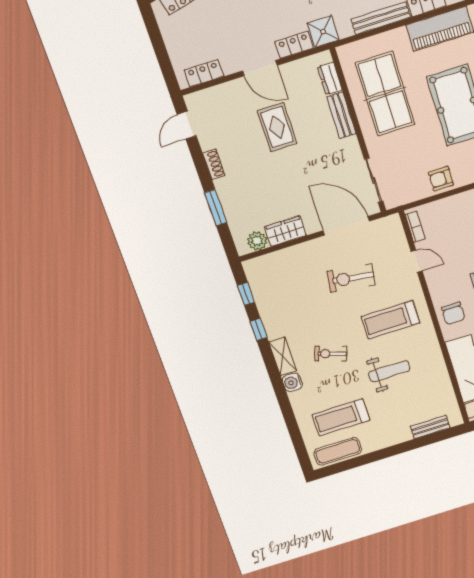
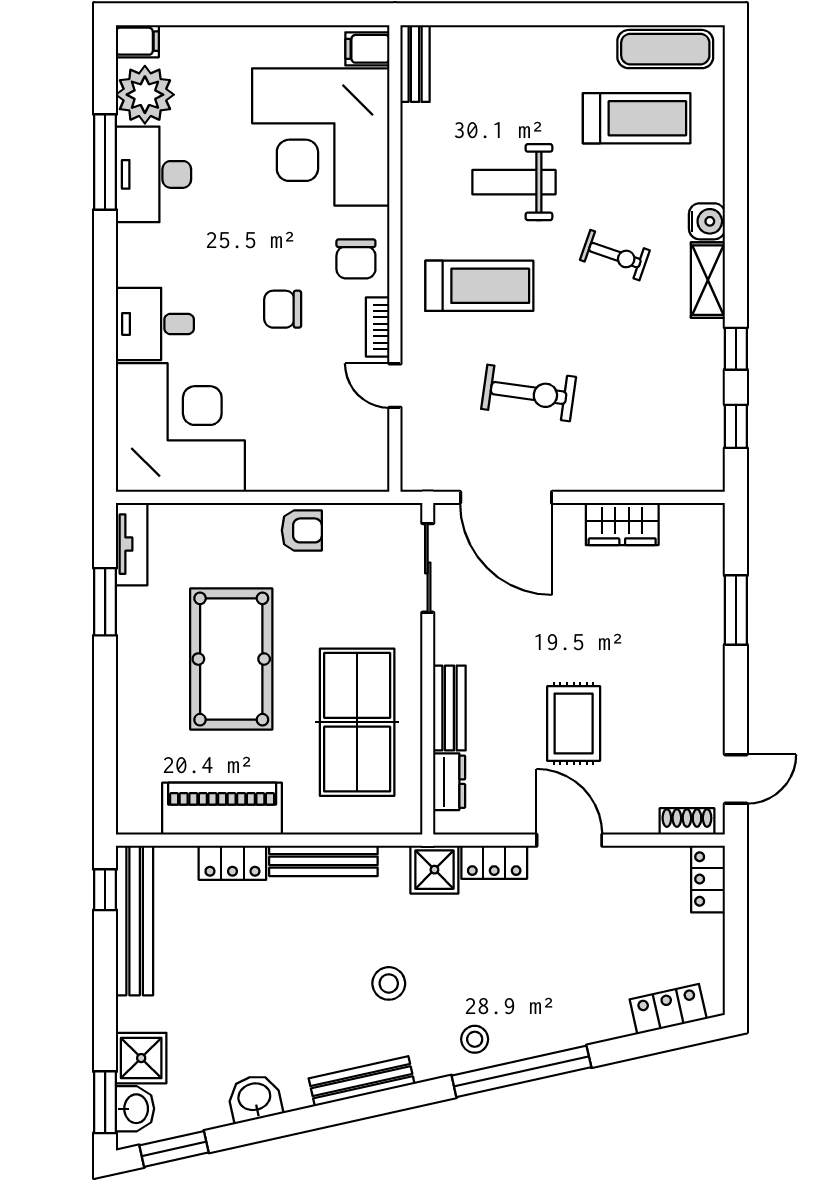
locker: (204, 73) -> (708, 879), moved, turned 90
shoe rack: (214, 164) -> (687, 821), moved, turned 90
bookcase: (415, 227) -> (378, 327), moved
plant: (257, 241) -> (681, 522), removed
chair: (453, 313) -> (356, 259), turned 180
bench: (430, 427) -> (415, 64), moved, turned 90

